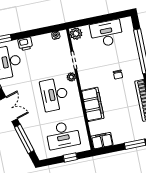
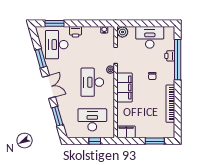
printer: (132, 49) -> (170, 56), added
filing cabinet: (93, 104) -> (125, 87), moved
desk: (63, 135) -> (92, 120), turned 180
window: (24, 139) -> (57, 116), width x0.69

